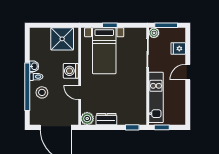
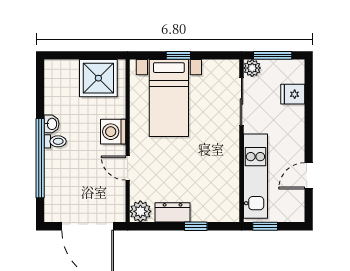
door: (188, 72) -> (309, 176), moved
stool: (42, 92) -> (65, 168), removed
window: (132, 127) -> (196, 226), moved

